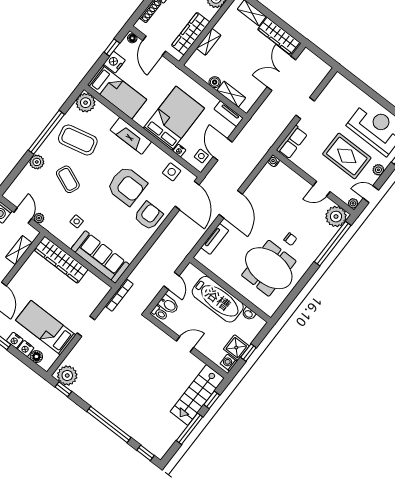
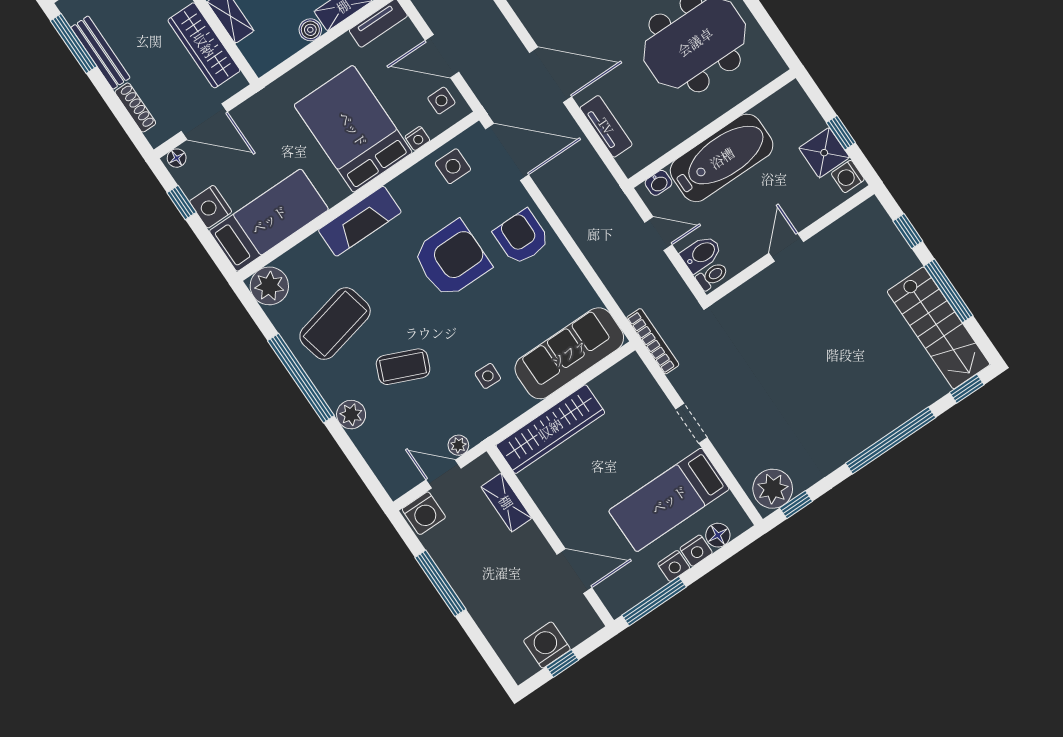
washbasin: (249, 314) -> (659, 183), moved
stairs: (197, 395) -> (938, 328), moved

